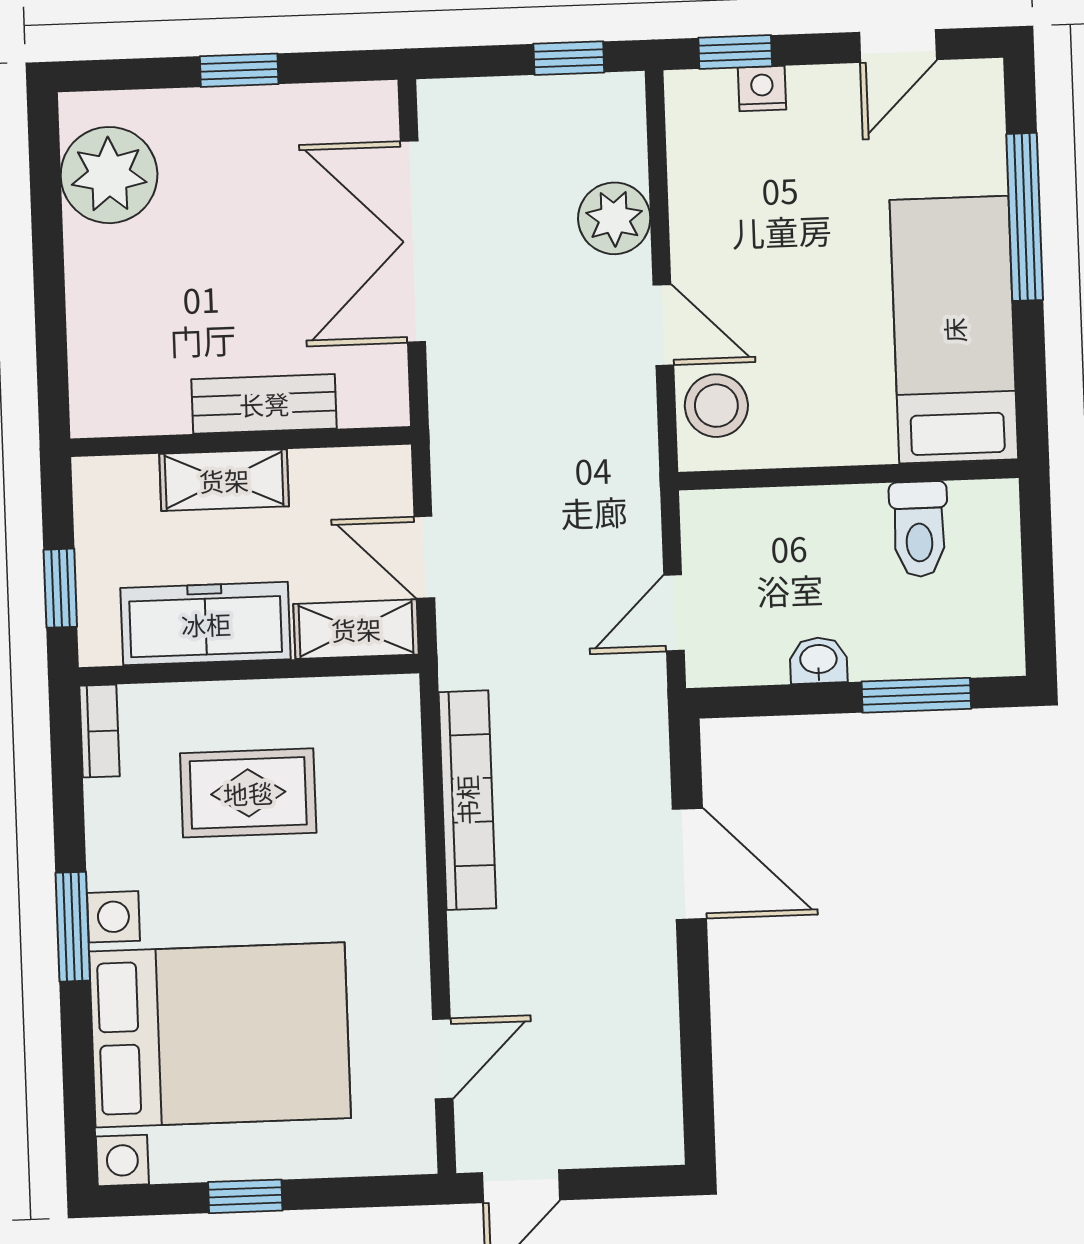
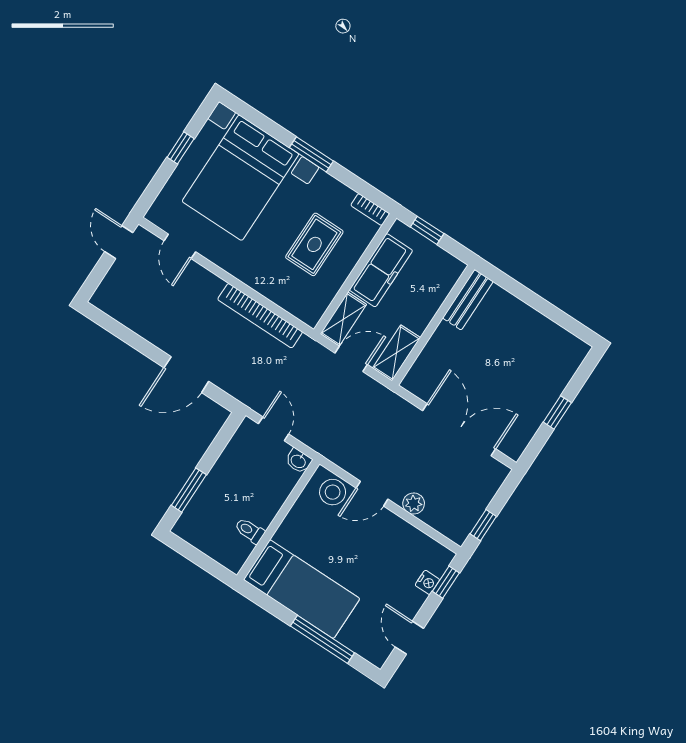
plant: (109, 175) -> (553, 344), removed
plant: (614, 218) -> (414, 504), width x0.73, depth x0.73
bench: (264, 404) -> (468, 300), moved
shelving: (224, 480) -> (396, 353), moved
toilet: (919, 529) -> (250, 531), width x0.73, depth x0.72
washbasin: (818, 660) -> (298, 461), moved, turned 90

